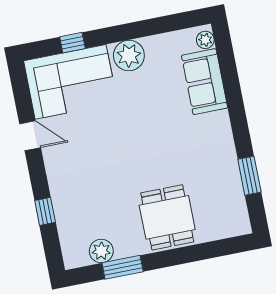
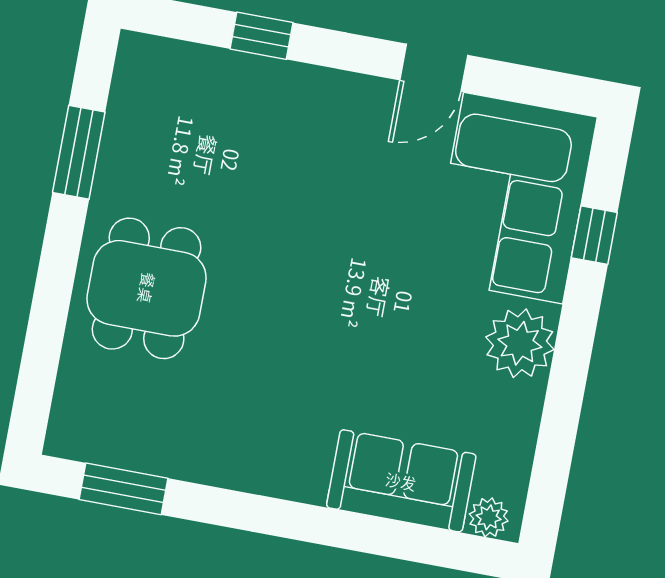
window: (249, 176) -> (123, 489), moved
dining table: (167, 217) -> (147, 288), turned 90
plant: (101, 251) -> (131, 121), removed

